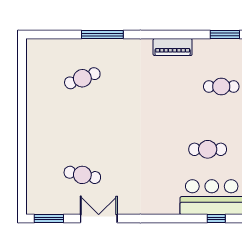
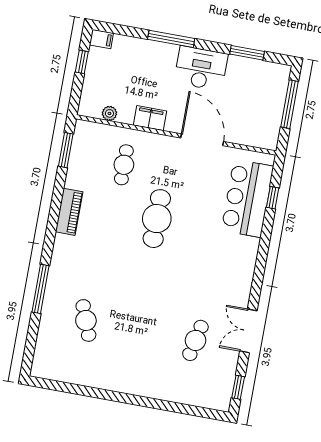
cafe table: (208, 149) -> (157, 219), moved, width x1.37, depth x1.35
window: (49, 219) -> (238, 387), width x0.67

